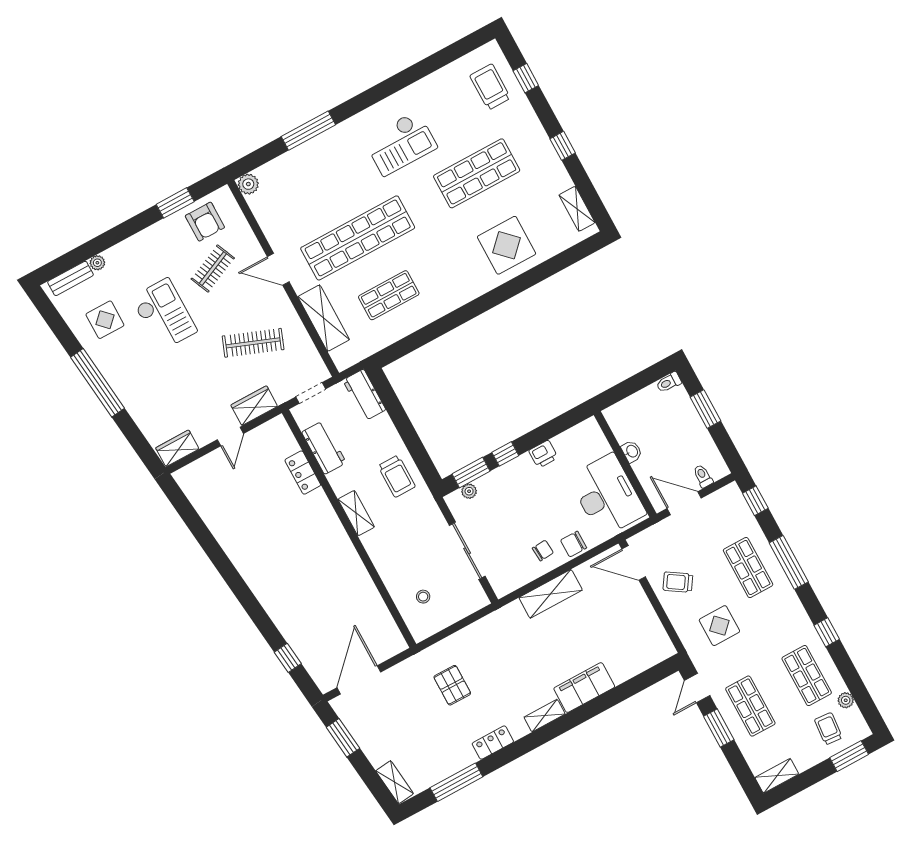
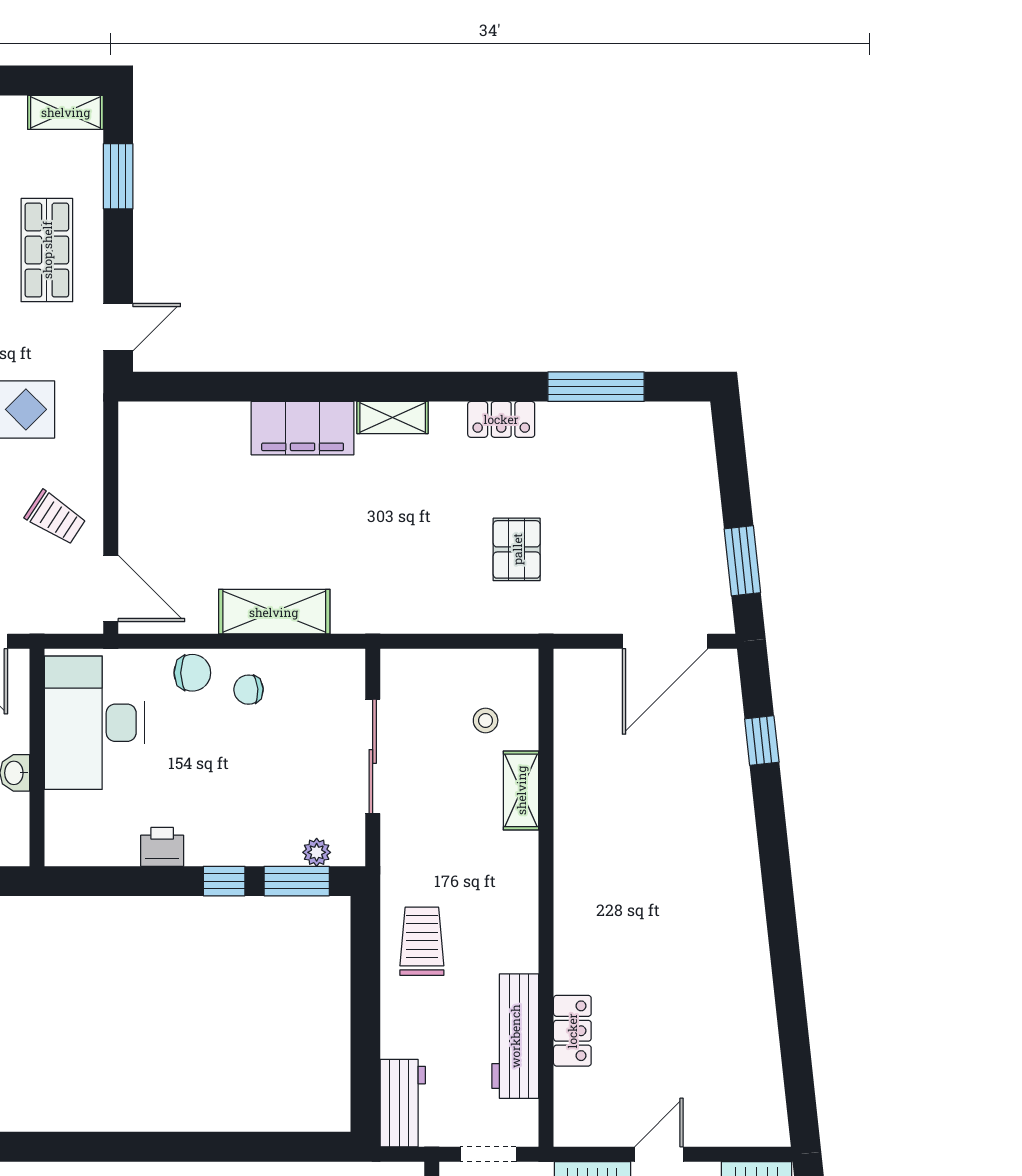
workbench: (324, 447) -> (515, 1036), width x1.38
shelving: (356, 513) -> (521, 790), moved
window: (719, 728) -> (118, 176), moved
shelving: (395, 782) -> (697, 442), removed

